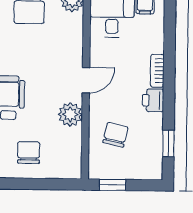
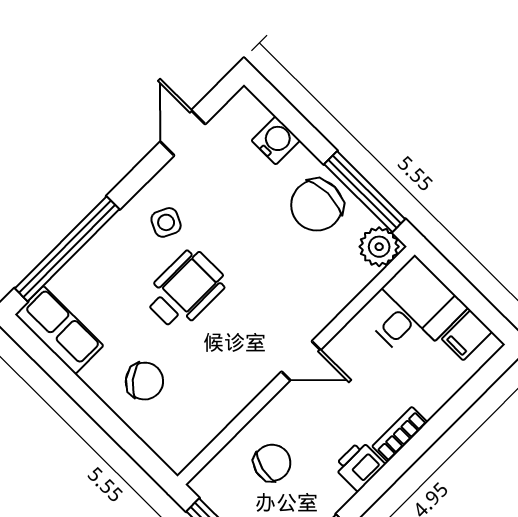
plant: (70, 114) -> (241, 384), removed
chair: (29, 152) -> (144, 381), turned 52

